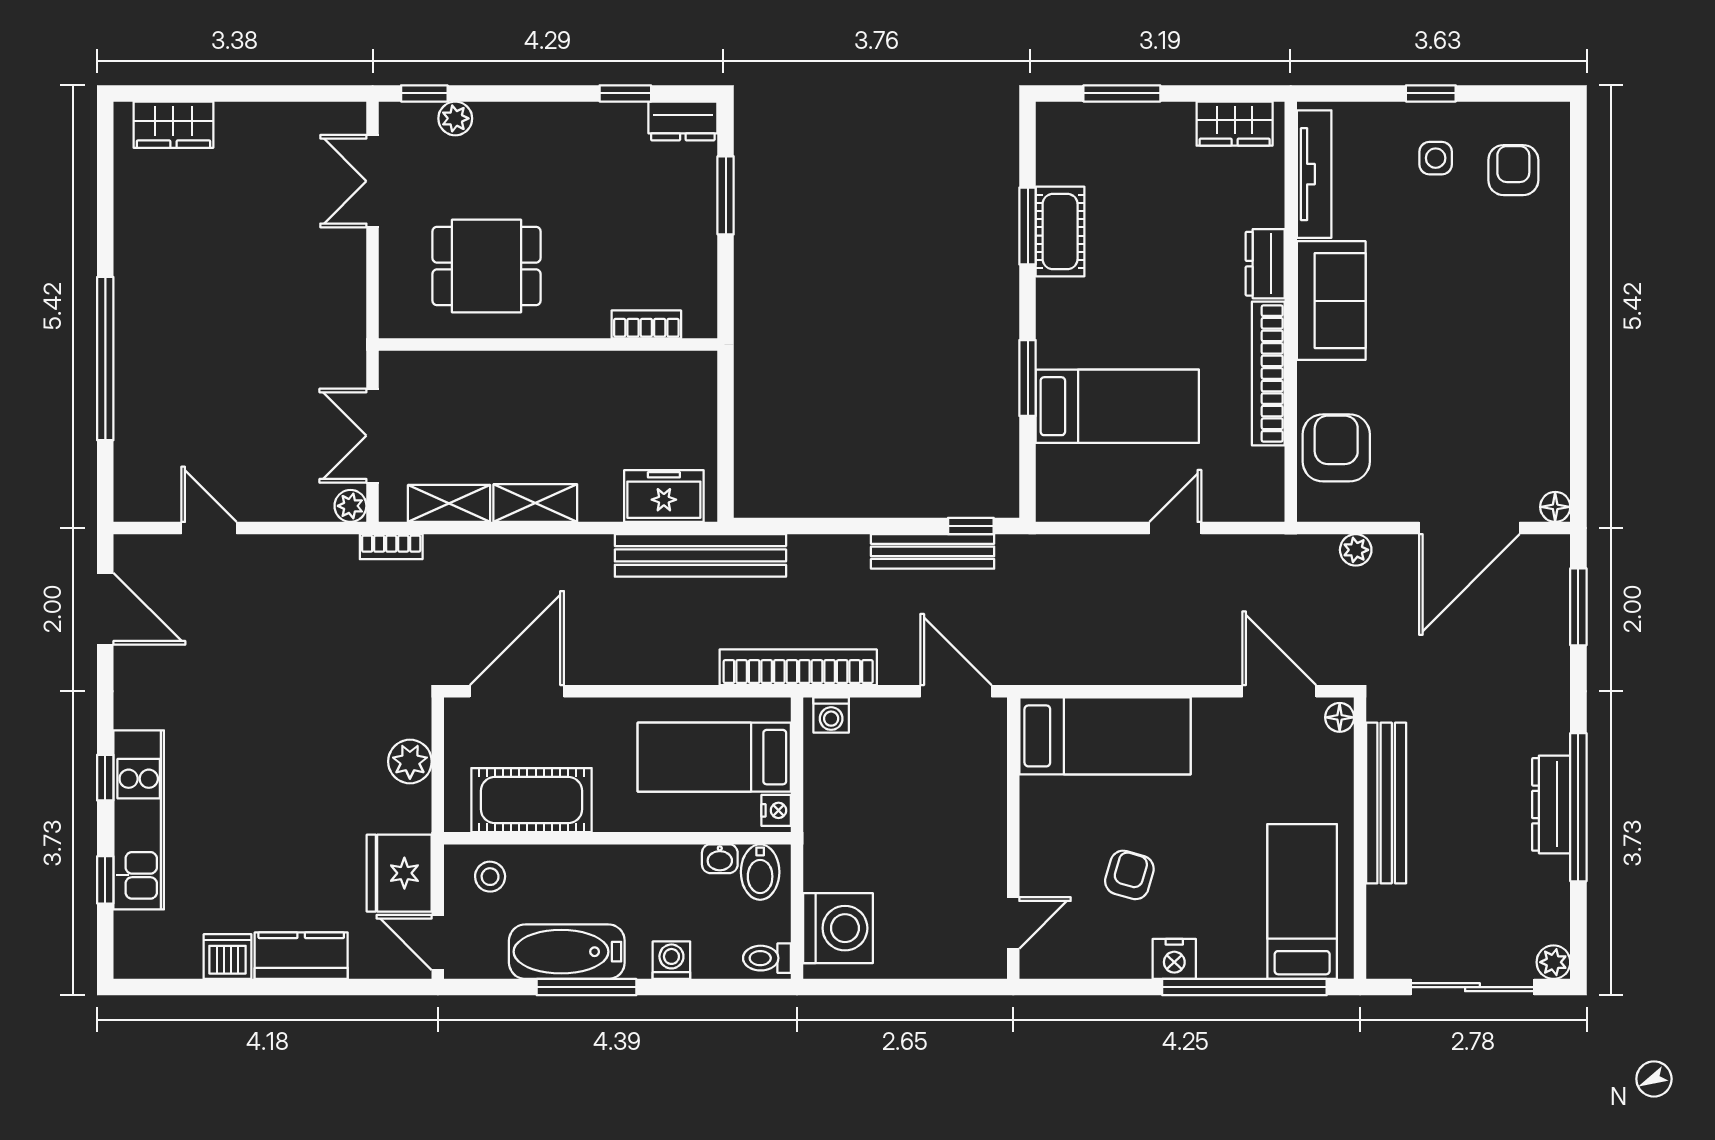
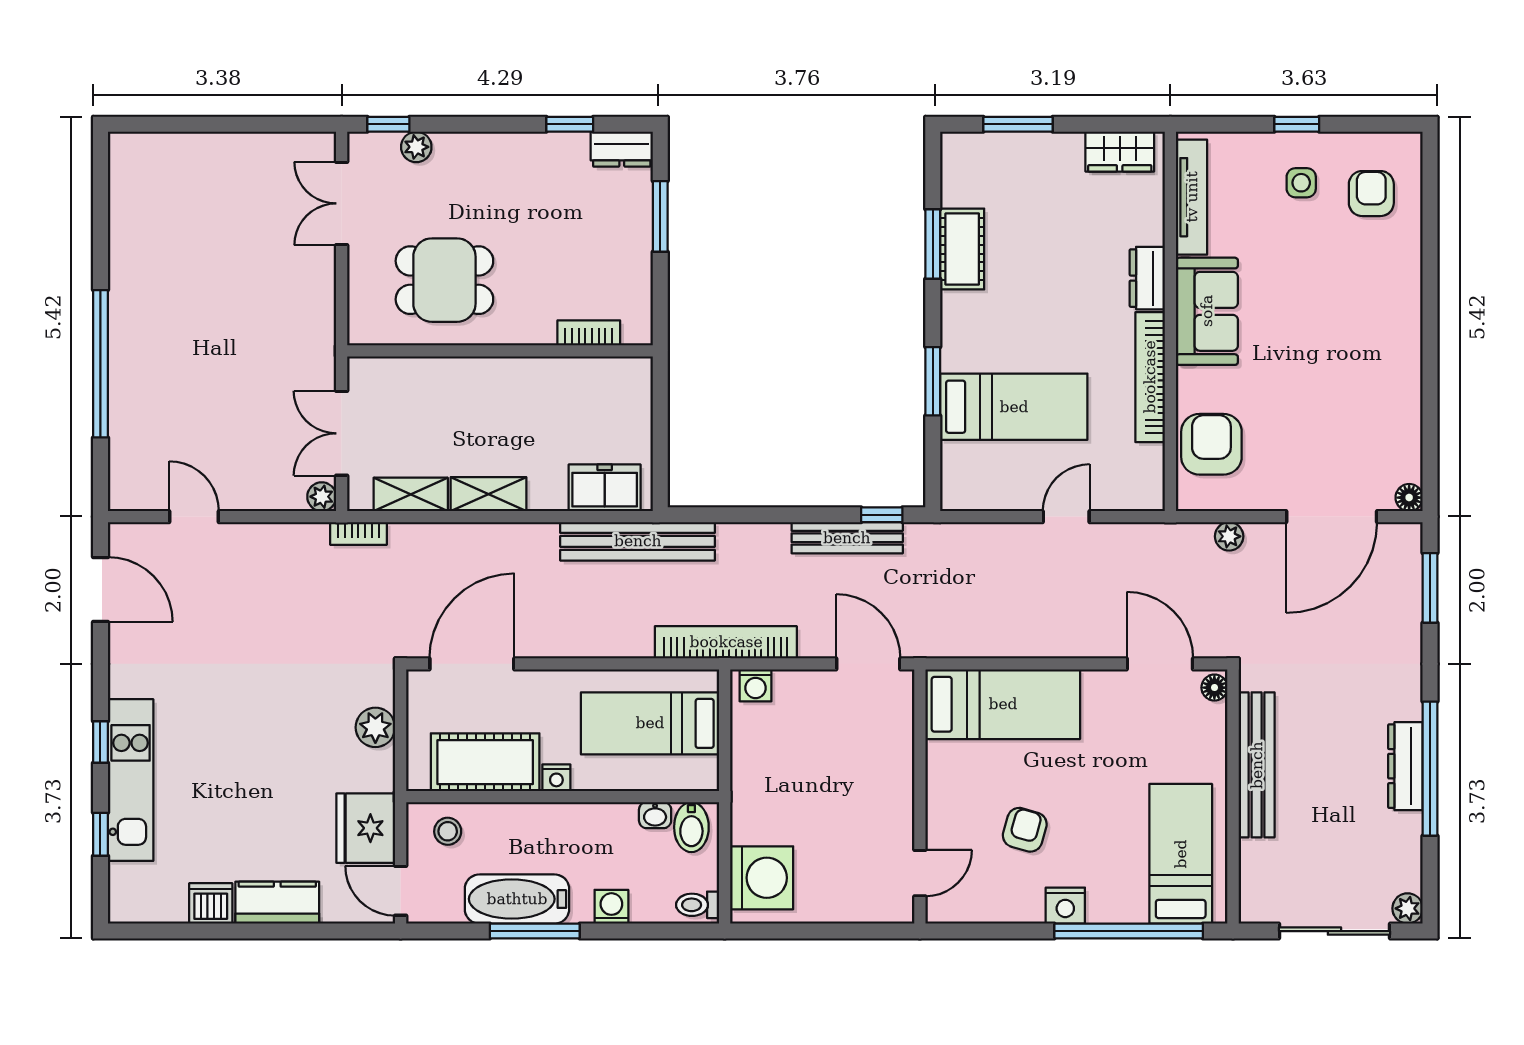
wardrobe: (173, 125) -> (162, 153), removed
nightstand: (776, 810) -> (556, 778), moved, turned 90

